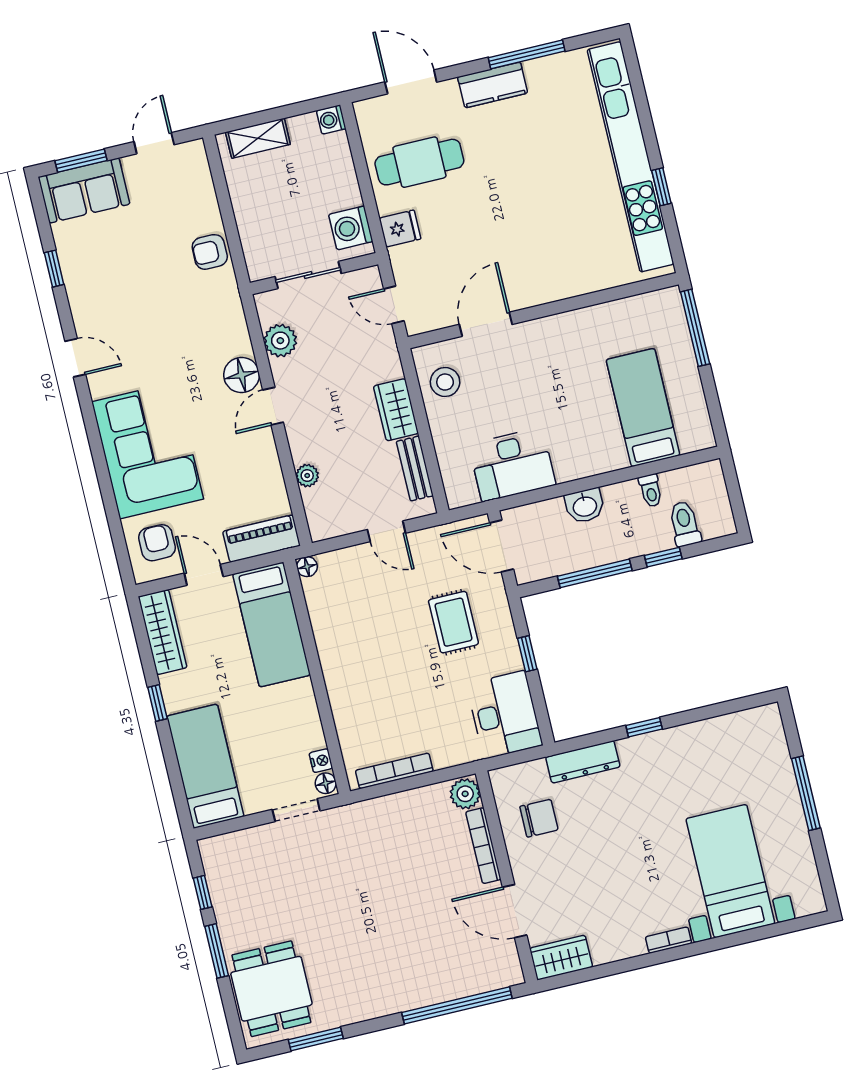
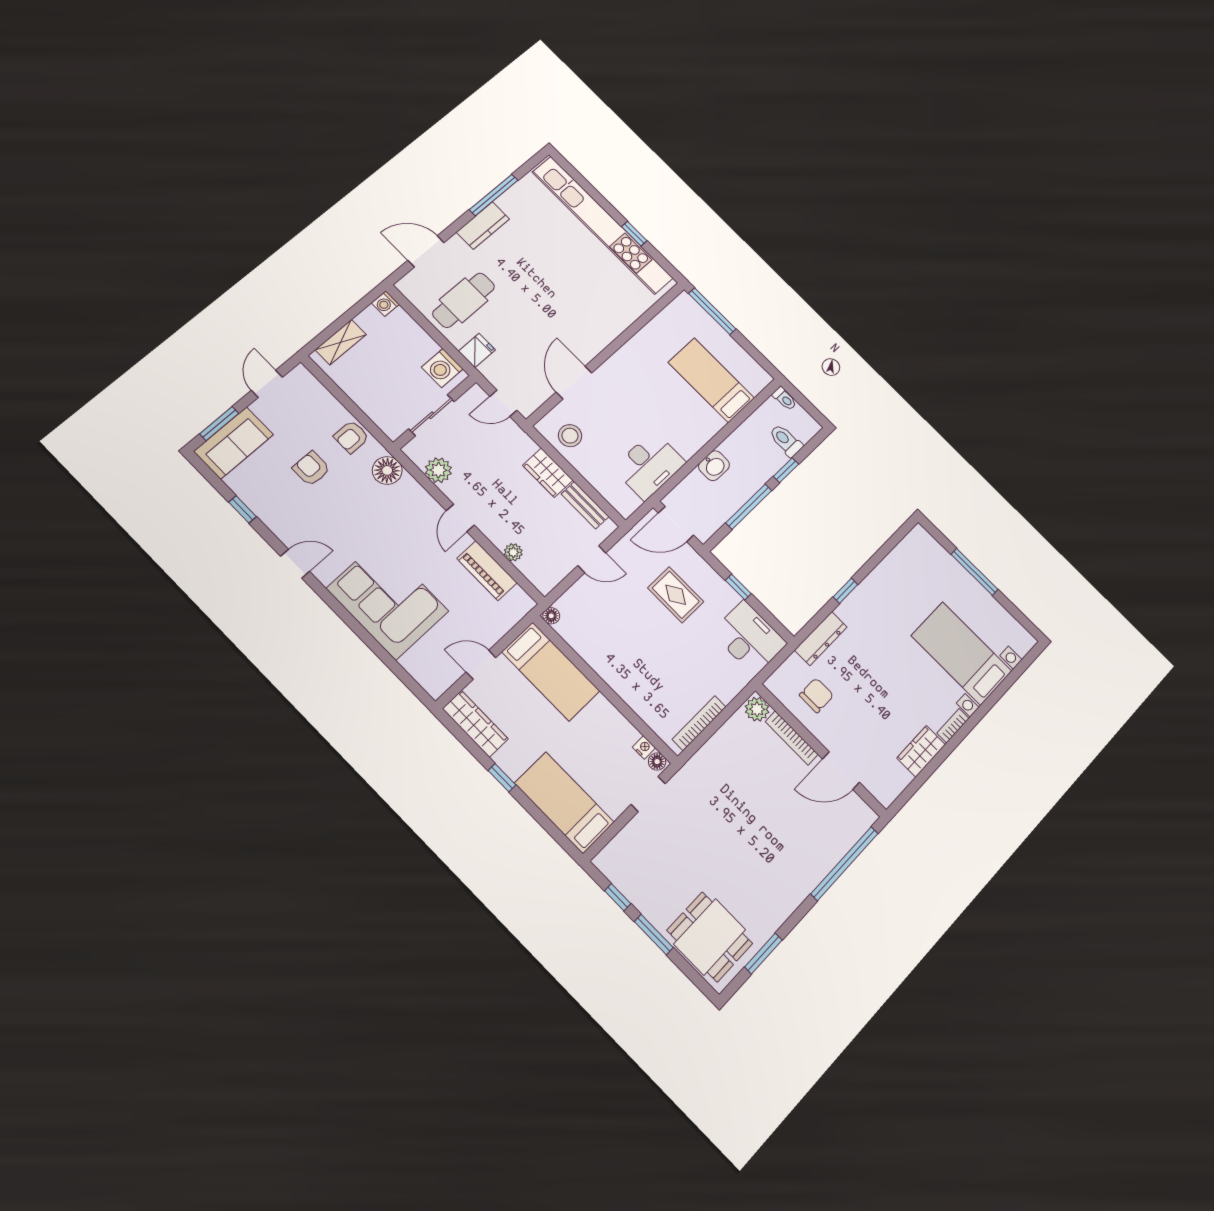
floor lamp: (242, 375) -> (387, 470), moved
toilet: (651, 490) -> (784, 399), moved
piano: (262, 539) -> (487, 571), moved, turned -90
armchair: (157, 543) -> (311, 469), moved
wardrobe: (561, 958) -> (921, 751), moved

